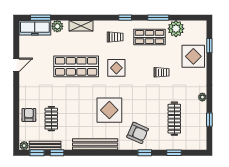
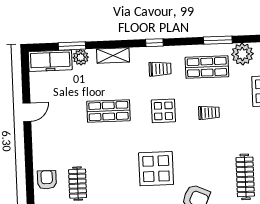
window: (40, 18) -> (72, 46), moved
window: (125, 18) -> (154, 43), moved
shop shelf: (76, 66) -> (108, 111), width x0.70, depth x0.74
trolley: (161, 72) -> (209, 113), moved

